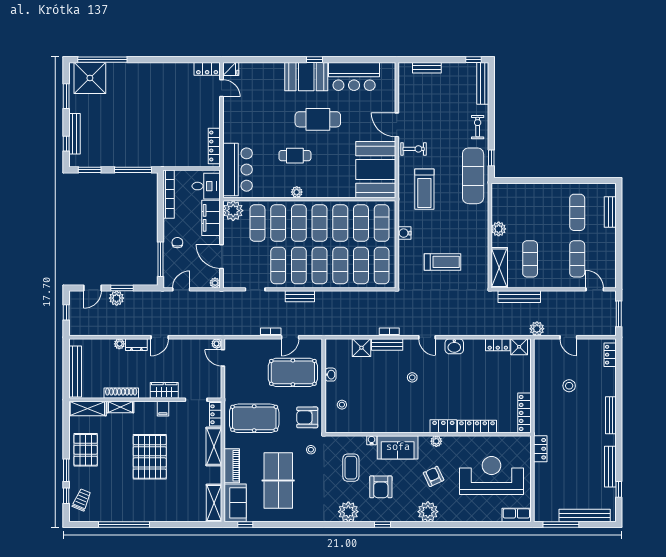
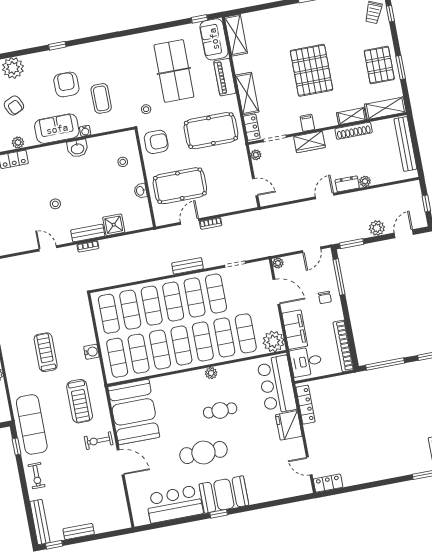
bench: (427, 68) -> (79, 531), moved
fridge: (231, 69) -> (289, 425), moved, width x1.88, depth x1.34
treadmill: (424, 189) -> (80, 401), turned 180
treadmill: (442, 262) -> (46, 352), moved, turned 90
window: (122, 288) -> (352, 244), moved
plant: (217, 344) -> (256, 155), moved
washbasin: (454, 346) -> (77, 148), moved, turned 180
window: (66, 470) -> (401, 67), moved
plant: (348, 512) -> (95, 52), removed

